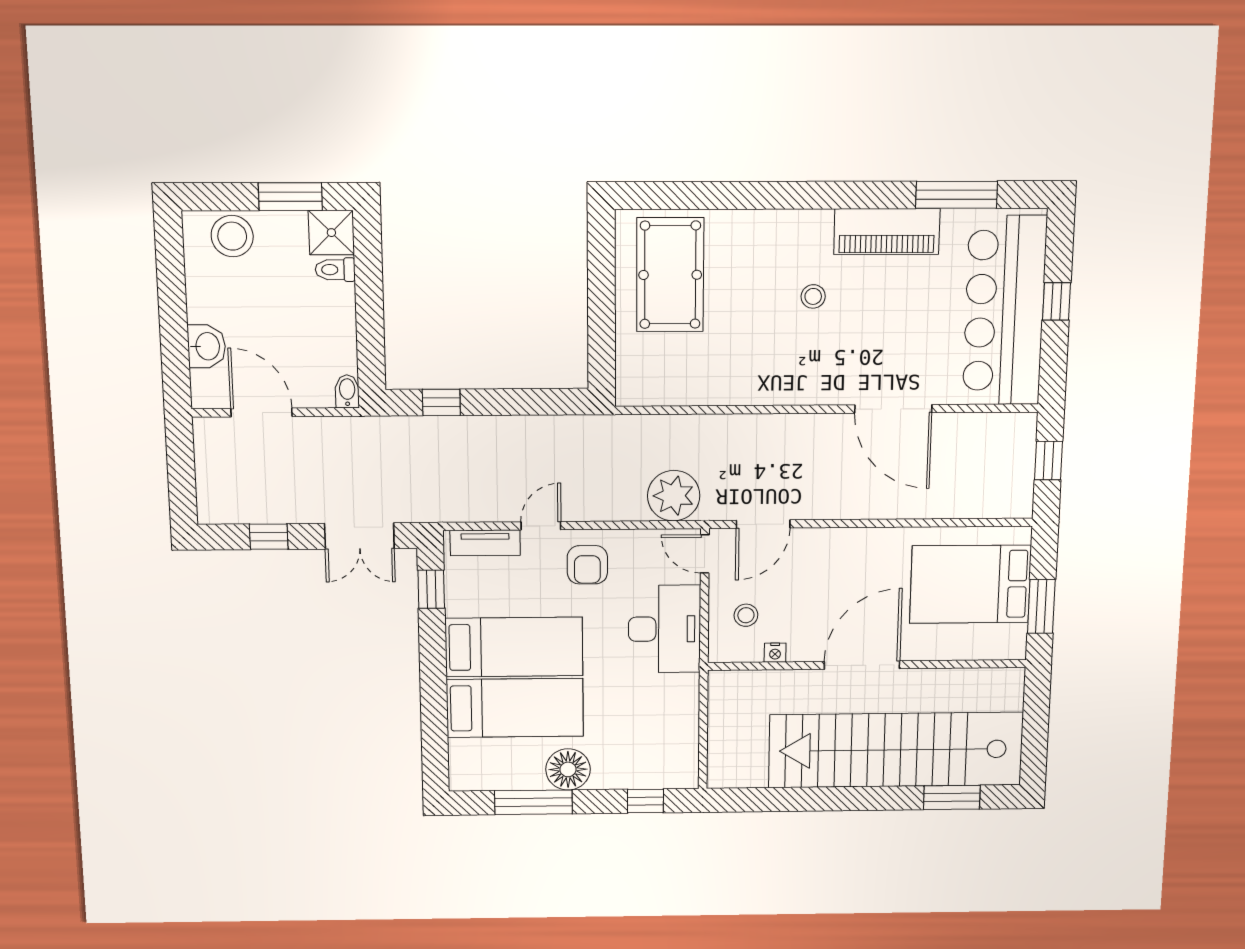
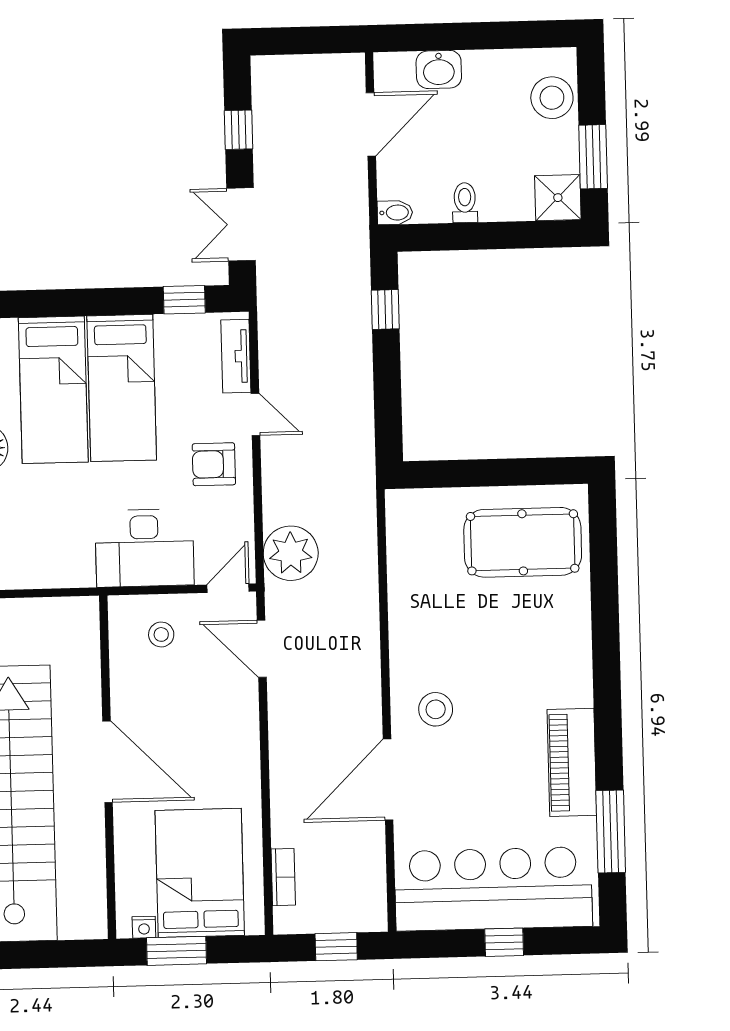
toilet: (335, 270) -> (465, 203), moved
stool: (813, 296) -> (436, 709), moved, width x1.37, depth x1.37
bookcase: (979, 508) -> (283, 877), added
nightstand: (775, 653) -> (144, 927), moved, turned -90

